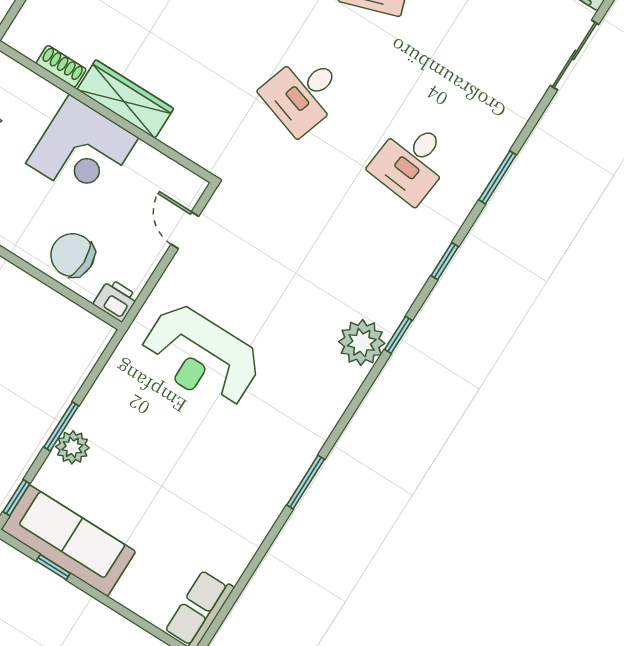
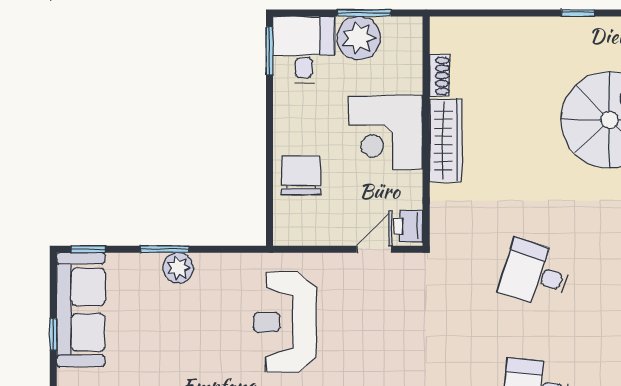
printer: (116, 300) -> (408, 226), moved, turned 180
plant: (72, 447) -> (178, 268), moved
window: (53, 567) -> (53, 334), moved

